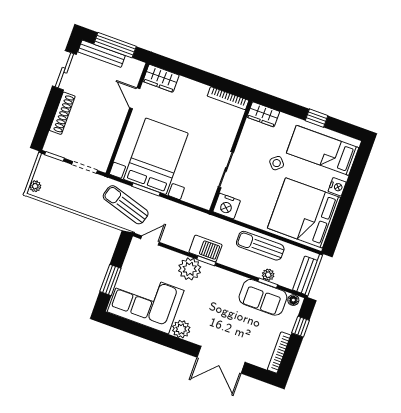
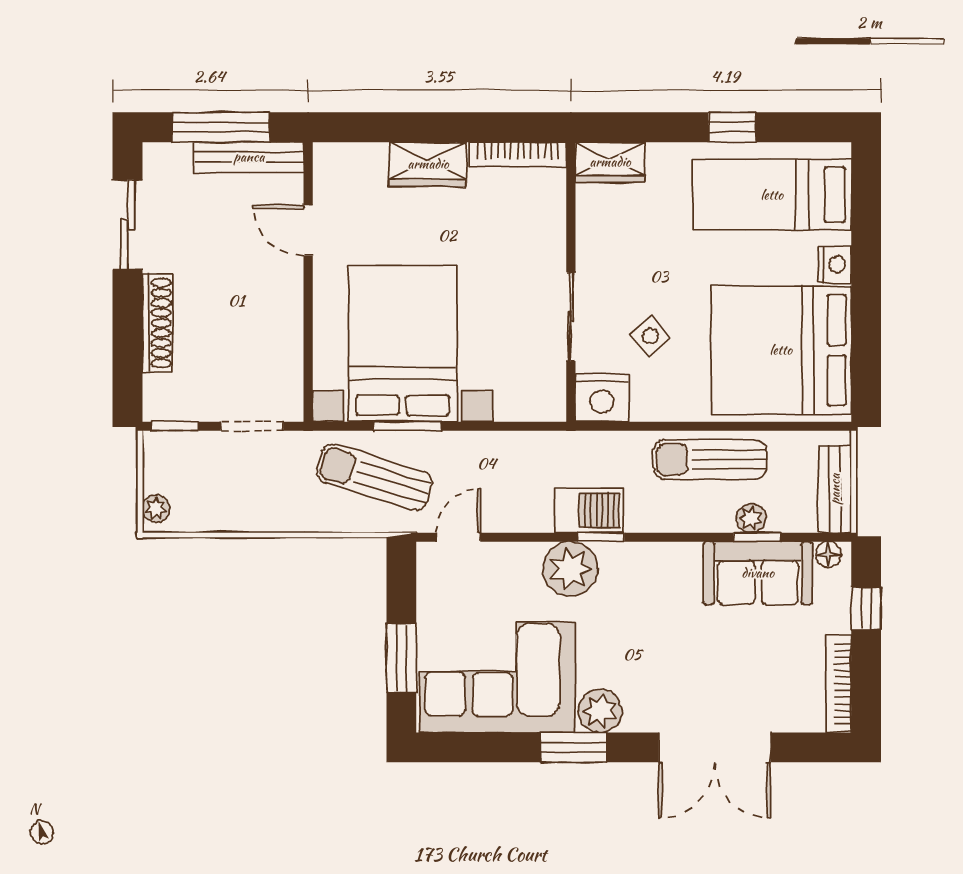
bench: (102, 54) -> (249, 157), moved
wardrobe: (161, 78) -> (428, 164), moved
side table: (277, 163) -> (650, 336), moved
window: (166, 340) -> (573, 747), added

